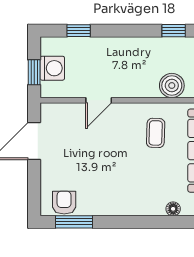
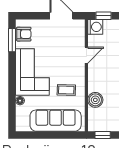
washing machine: (52, 68) -> (95, 27), moved, turned -90
door: (99, 100) -> (86, 55), swing flipped
corner sofa: (126, 189) -> (32, 72), added

